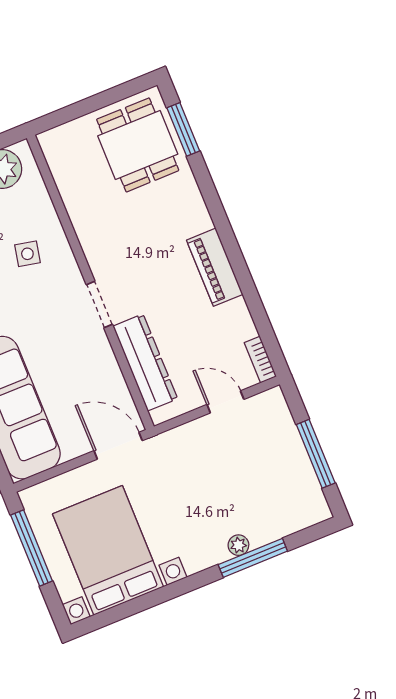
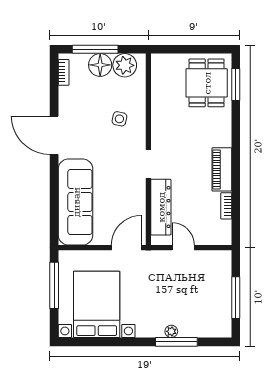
bookcase: (260, 360) -> (226, 206), moved
door: (225, 402) -> (183, 248), moved
door: (118, 446) -> (126, 248), hinge flipped

